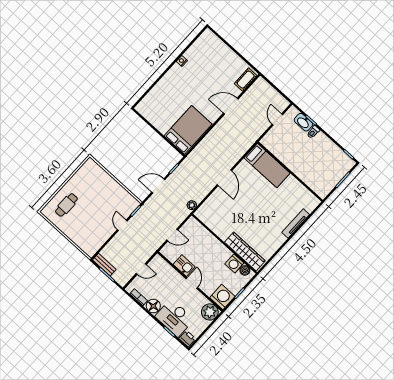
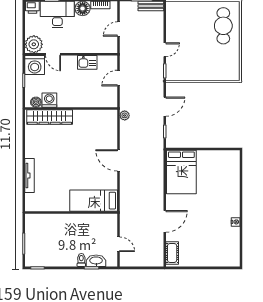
cafe table: (66, 205) -> (223, 26), width x1.37, depth x1.35
door: (122, 225) -> (165, 50), hinge flipped
door: (192, 283) -> (53, 54), moved

